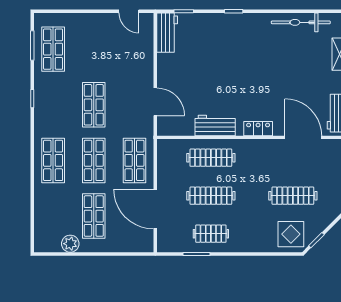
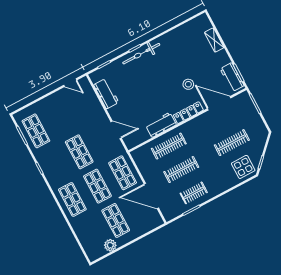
bicycle: (301, 22) -> (141, 54), moved
workbench: (167, 33) -> (106, 94), moved
stool: (277, 93) -> (188, 84), added
locker: (258, 129) -> (188, 113), width x1.53

